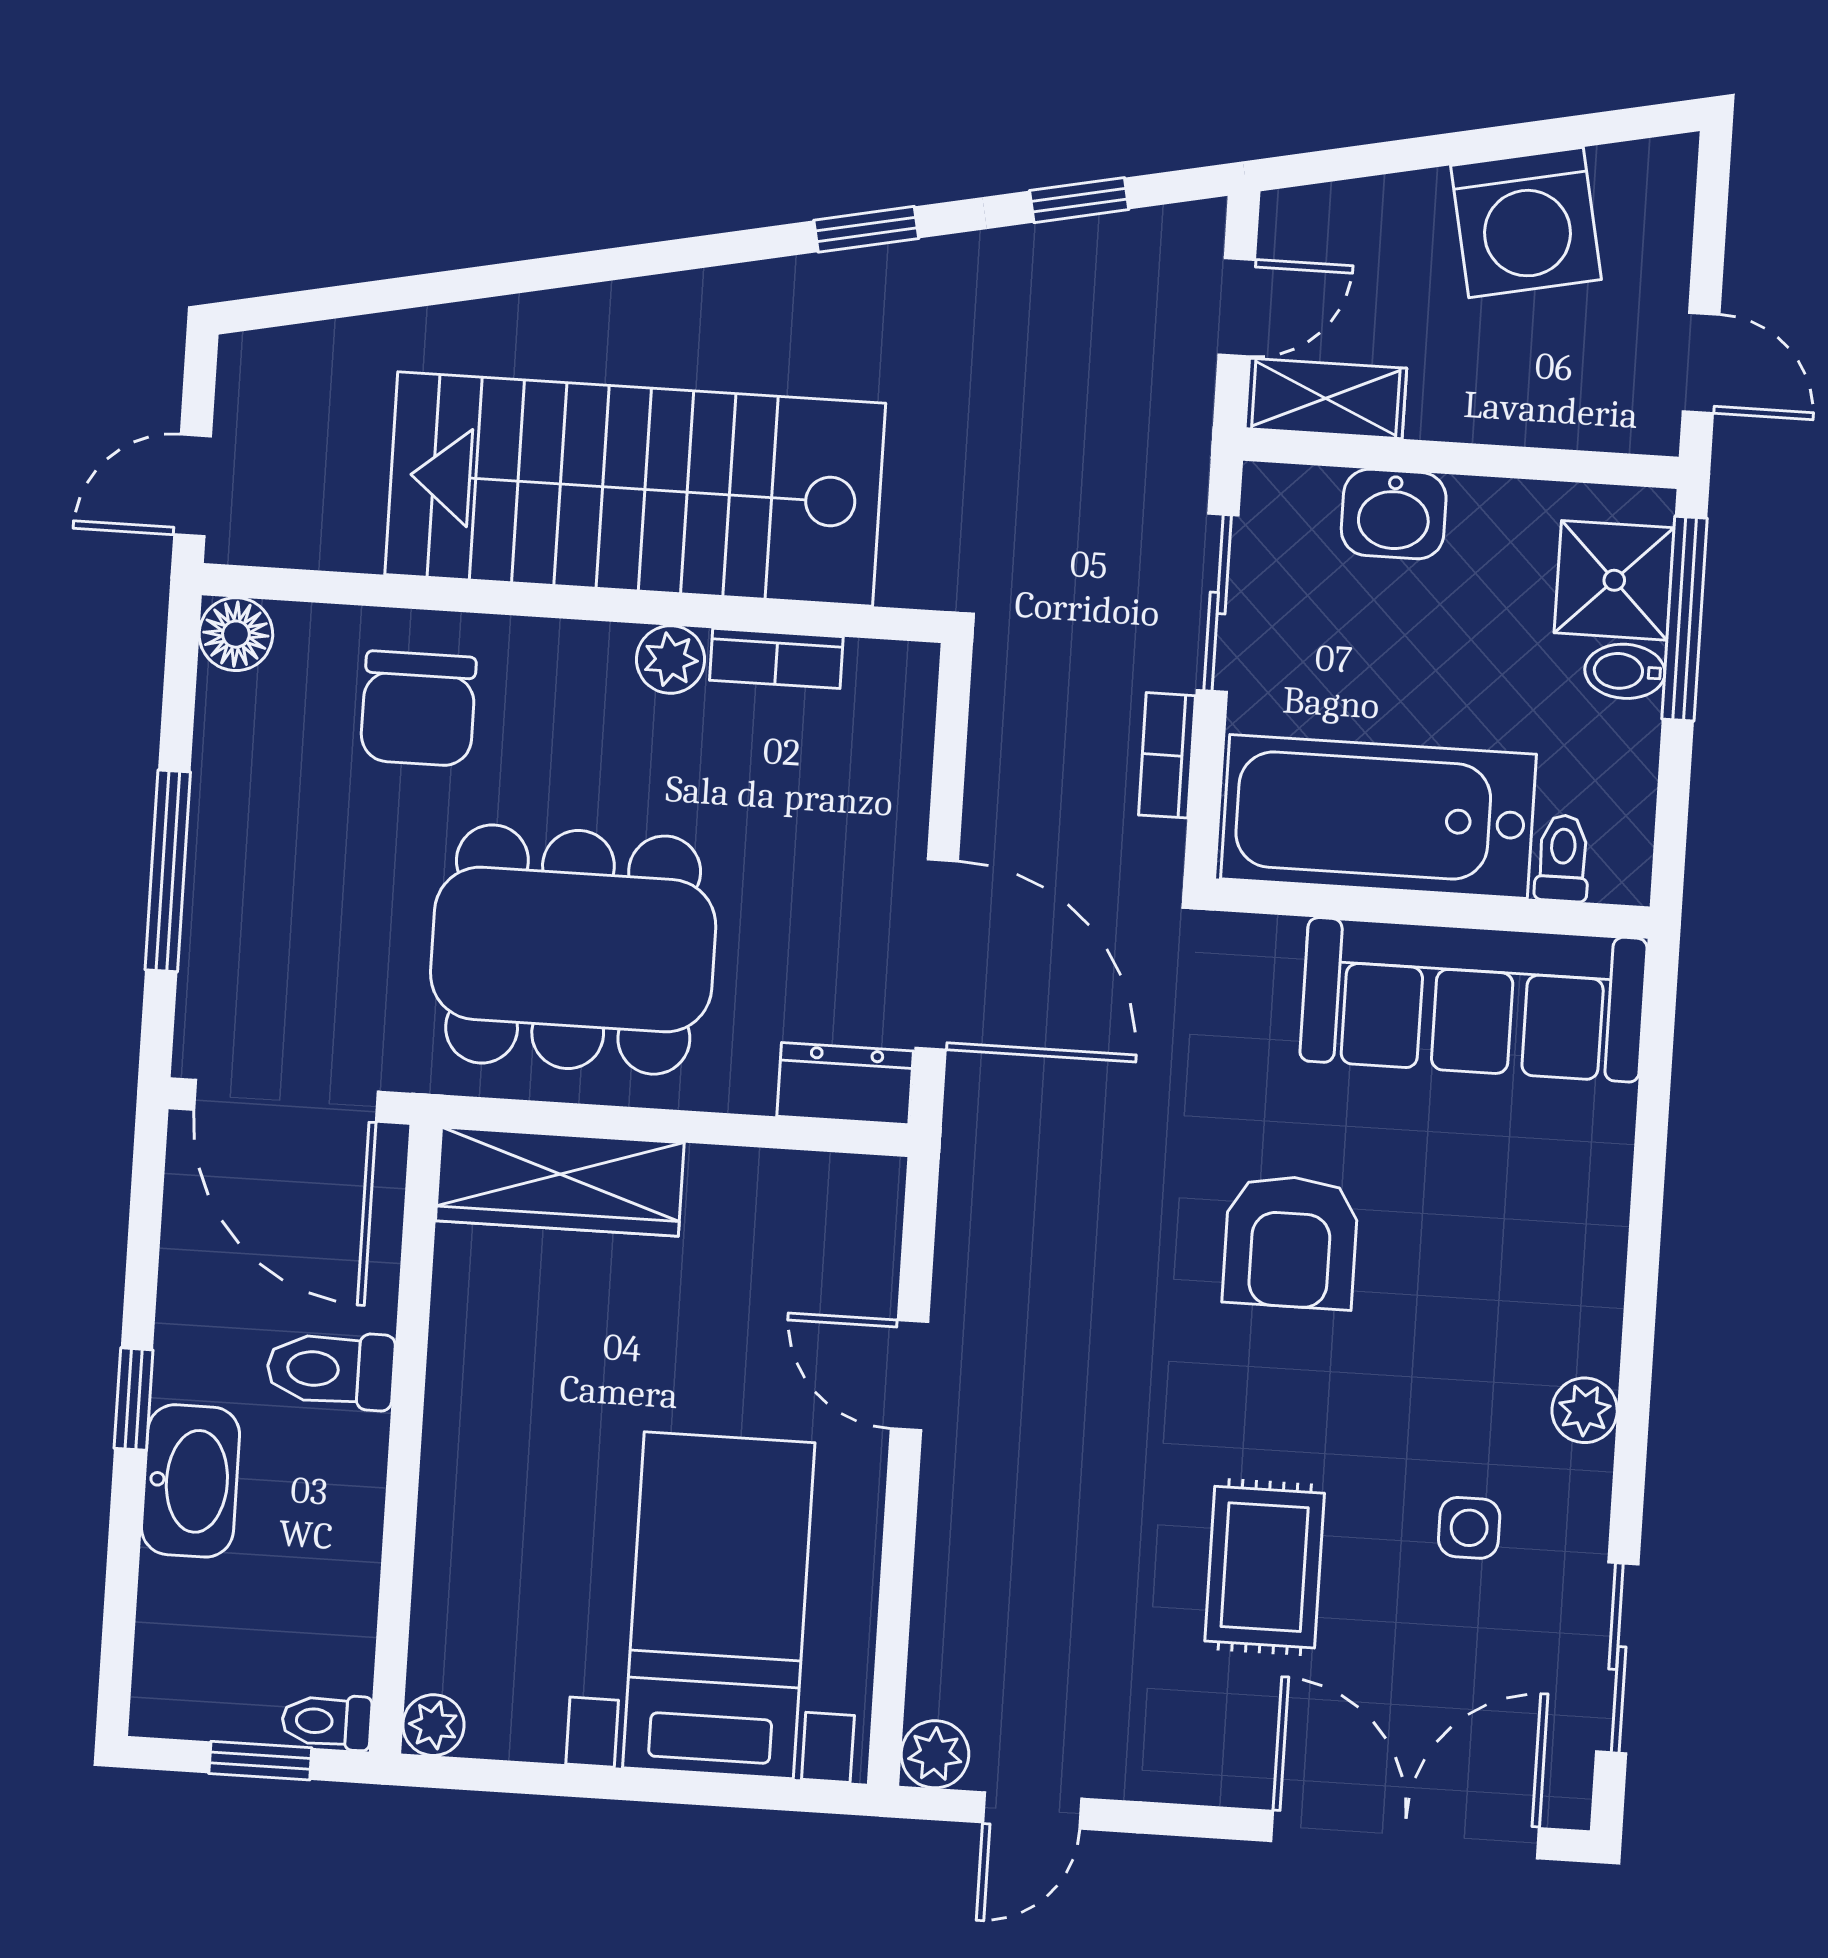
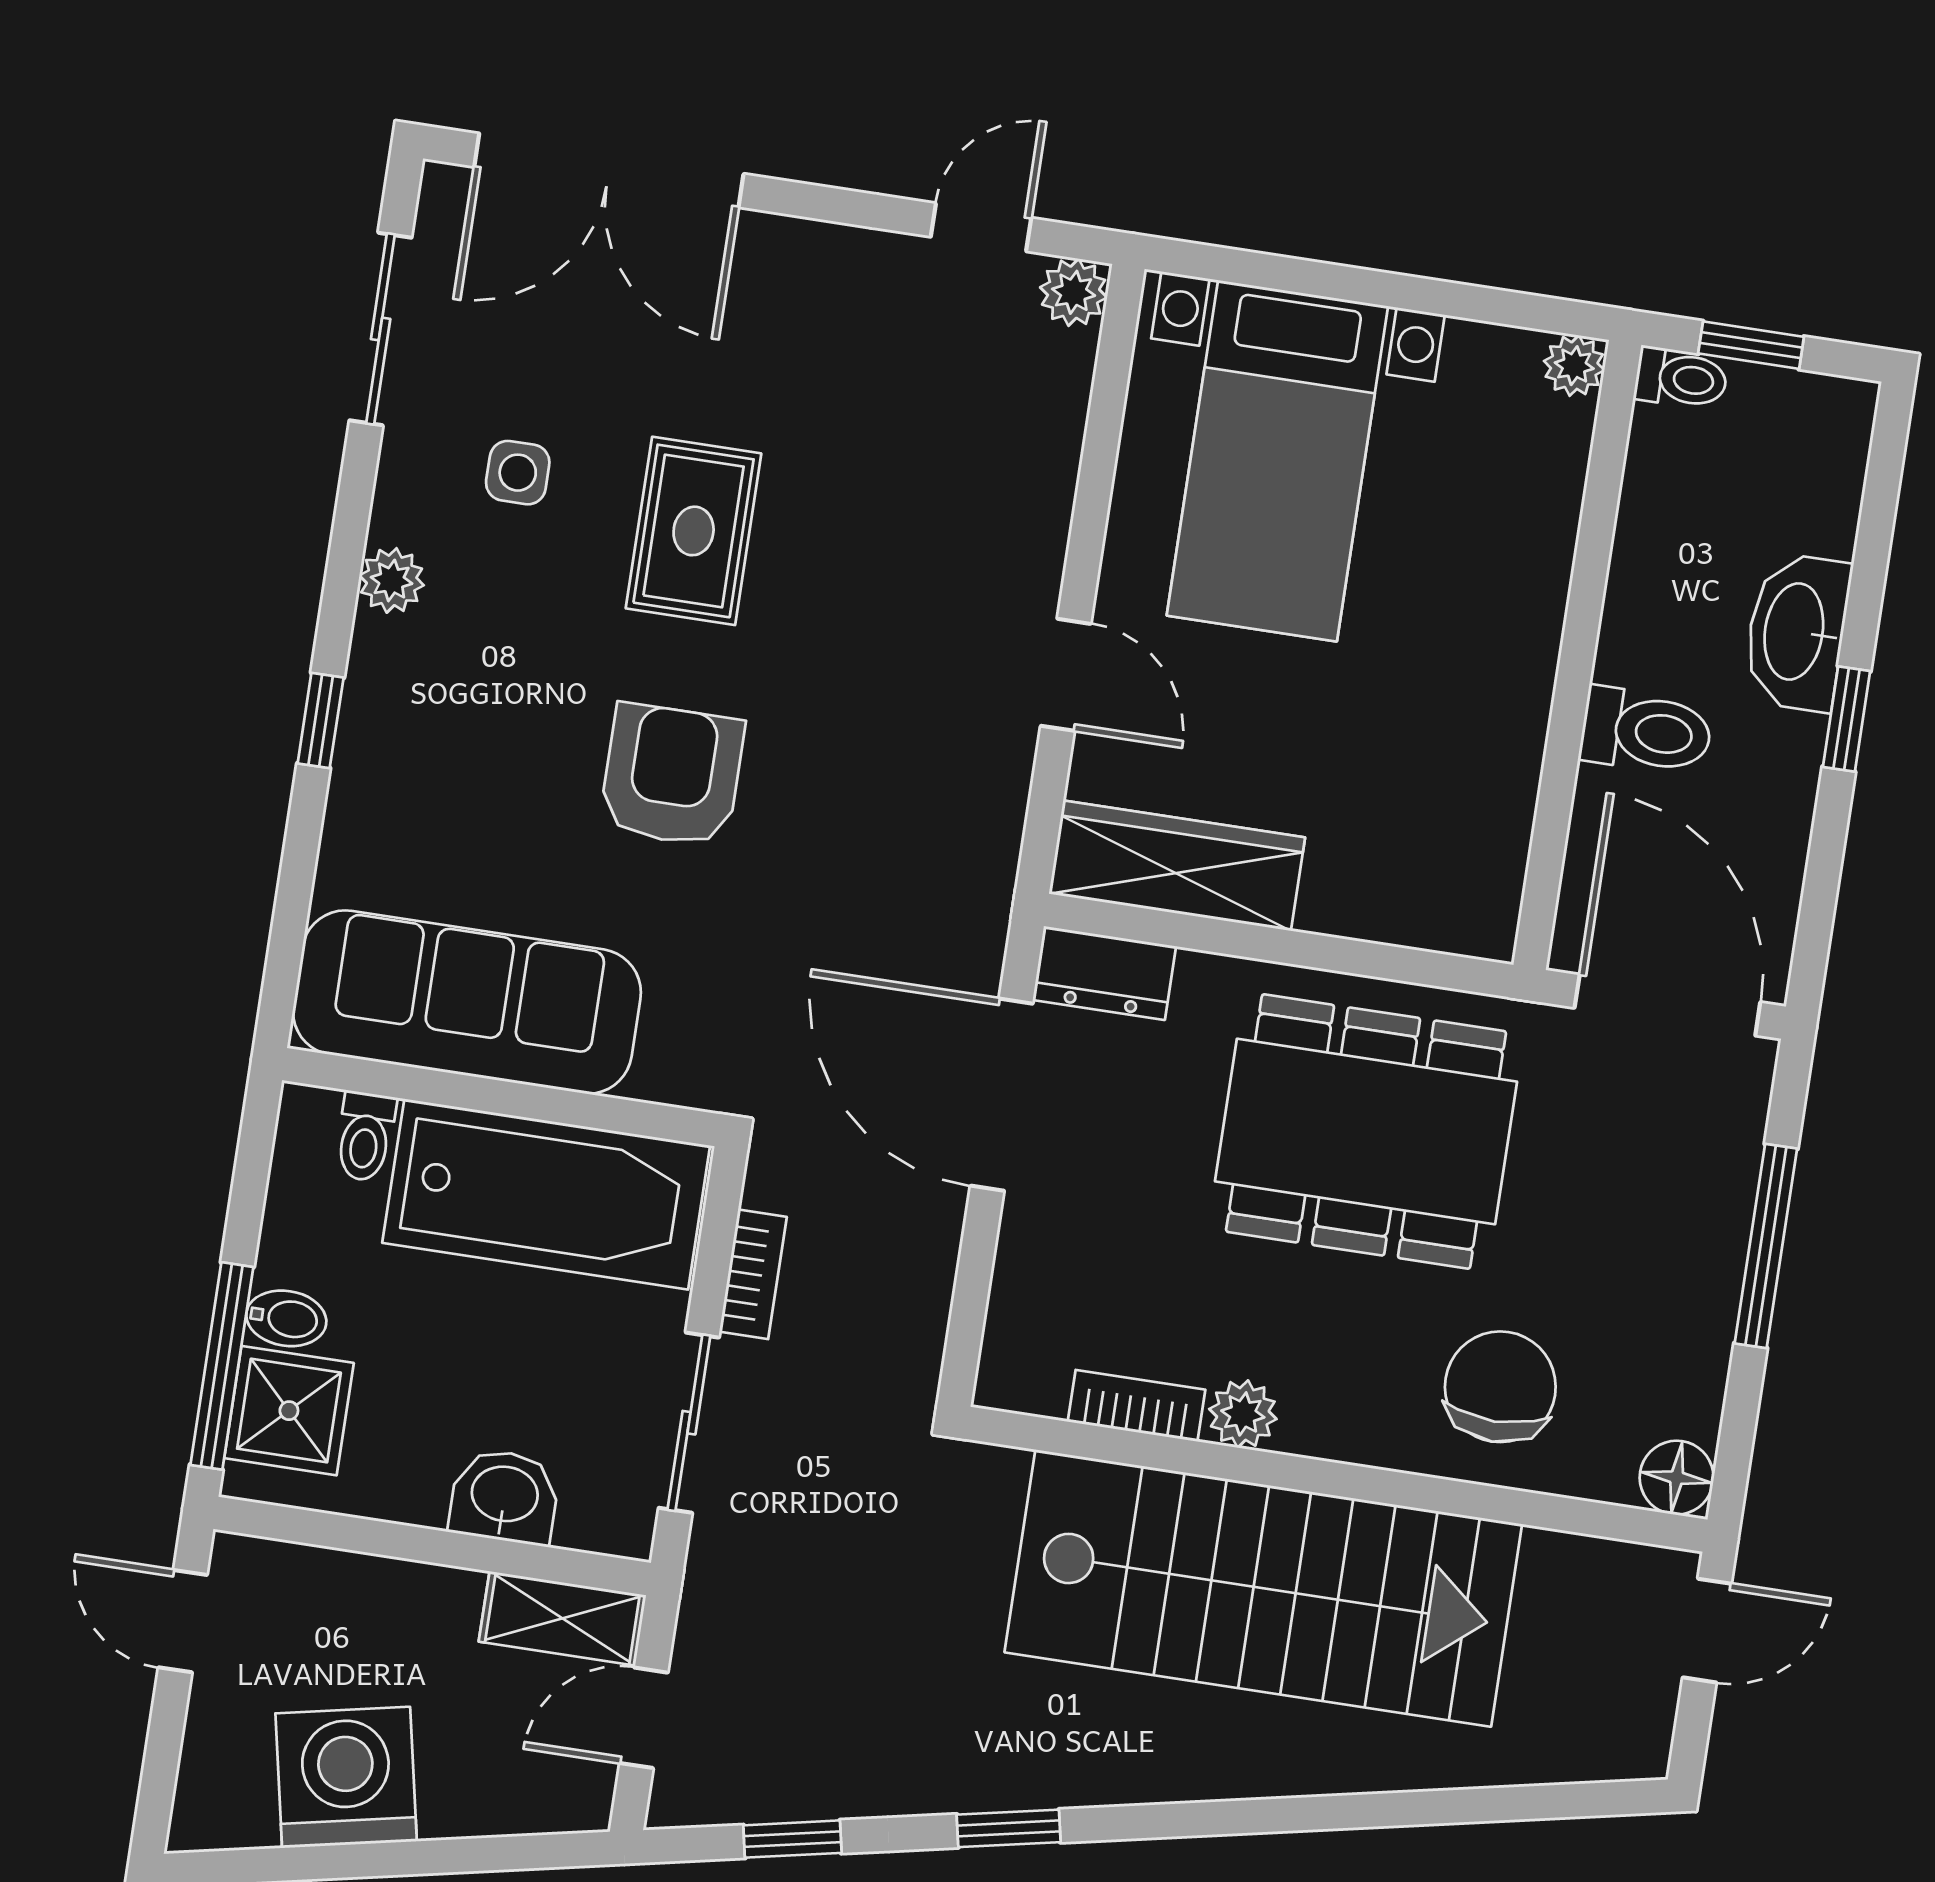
wardrobe: (560, 1182) -> (1177, 866), moved
window: (1643, 1266) -> (321, 720), added
rug: (1265, 1567) -> (694, 531), moved

